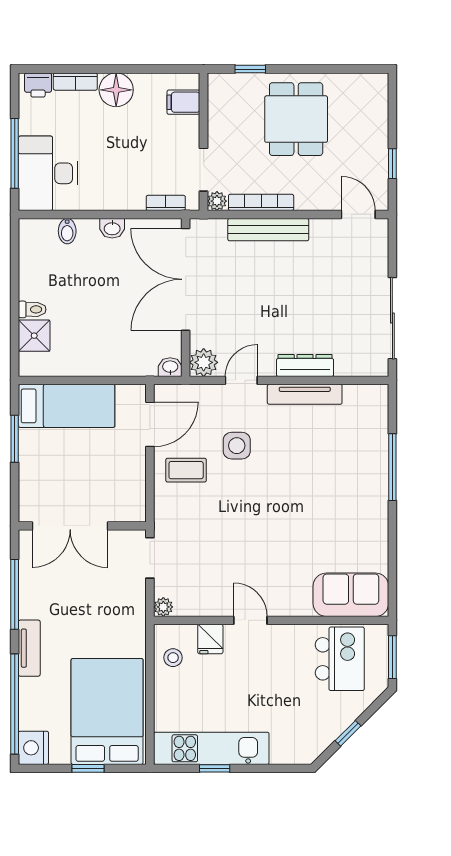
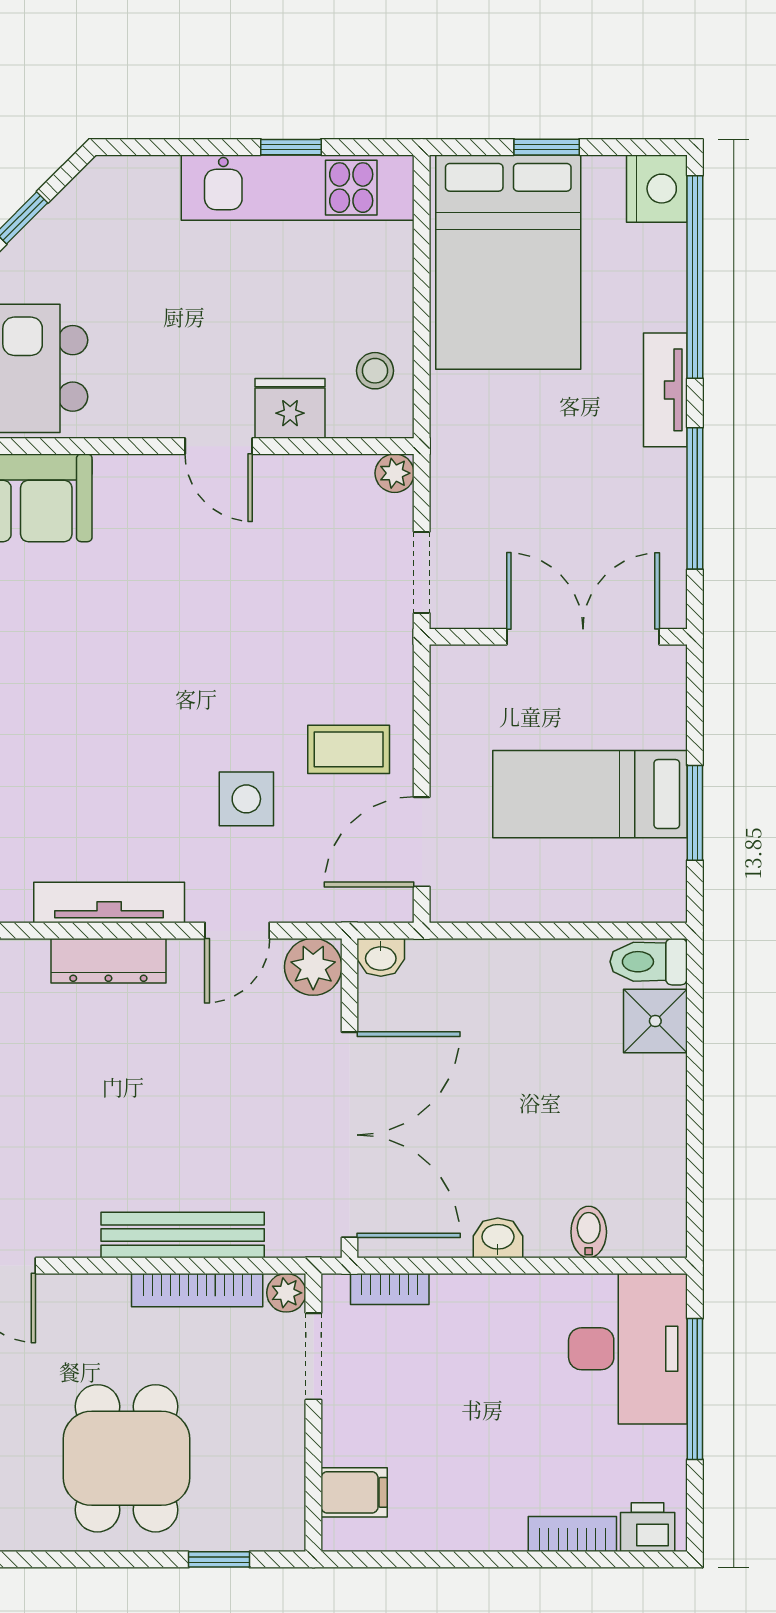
floor lamp: (116, 90) -> (490, 1517), removed
toilet: (32, 309) -> (649, 962), moved, width x1.37, depth x1.39
bed: (67, 406) -> (590, 794), moved
fridge: (210, 639) -> (290, 408), width x1.38

